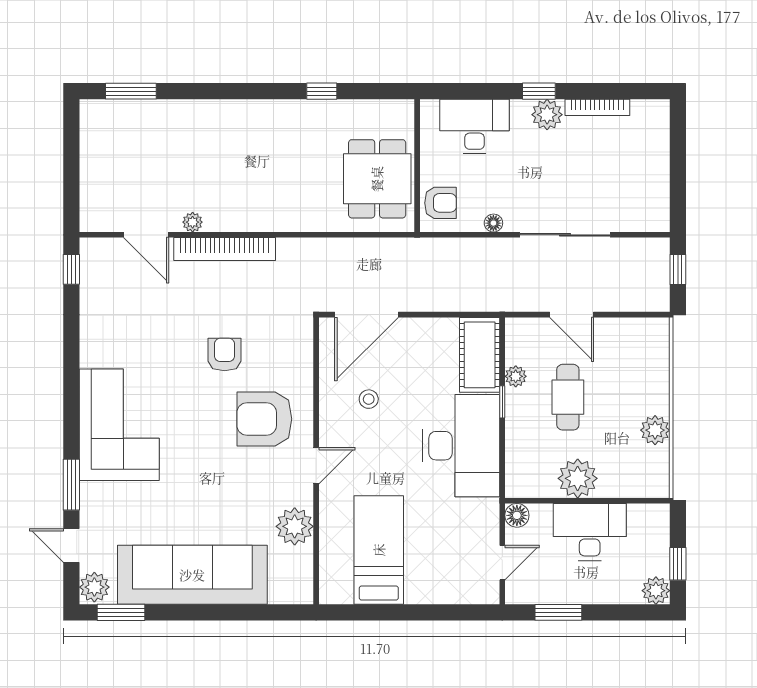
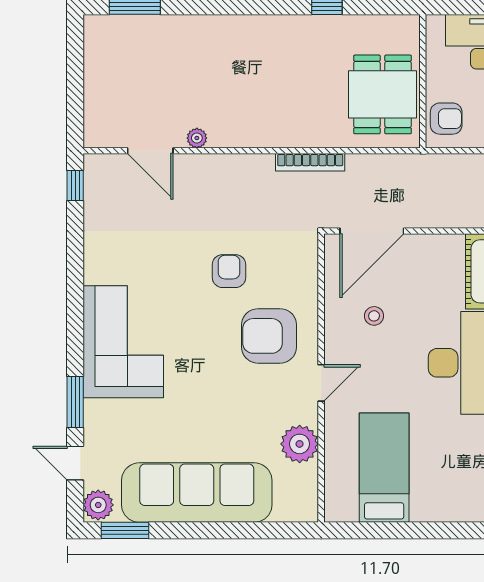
bookcase: (225, 249) -> (310, 162), moved, width x0.68, depth x0.76

